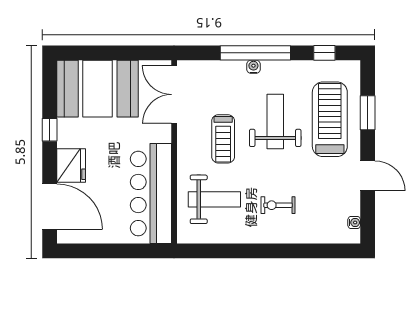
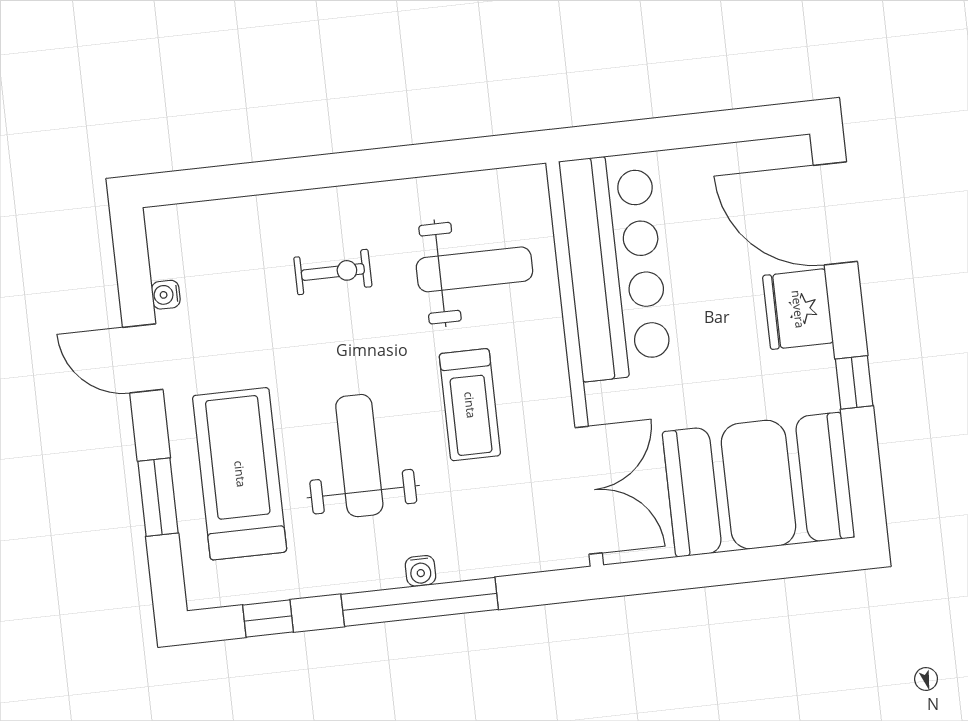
treadmill: (330, 119) -> (240, 474), turned 180
weight bench: (275, 121) -> (359, 456), turned 180
treadmill: (223, 139) -> (470, 405), turned 180
weight bench: (214, 199) -> (474, 269), turned 180
water cooler: (354, 222) -> (166, 295), moved

